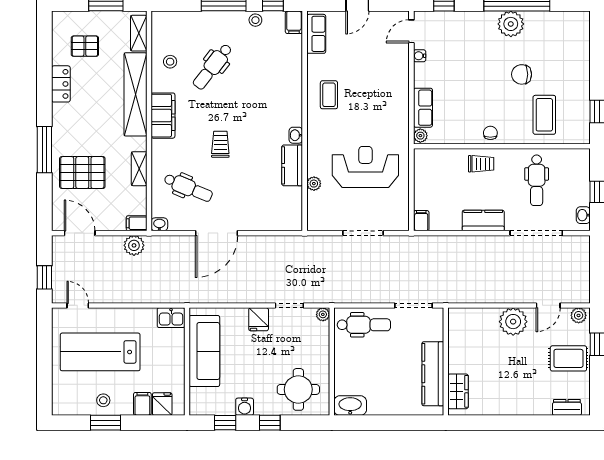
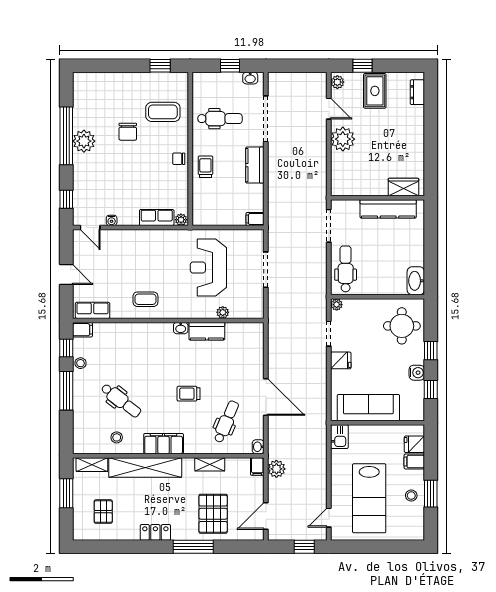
locker: (61, 84) -> (155, 532), moved

